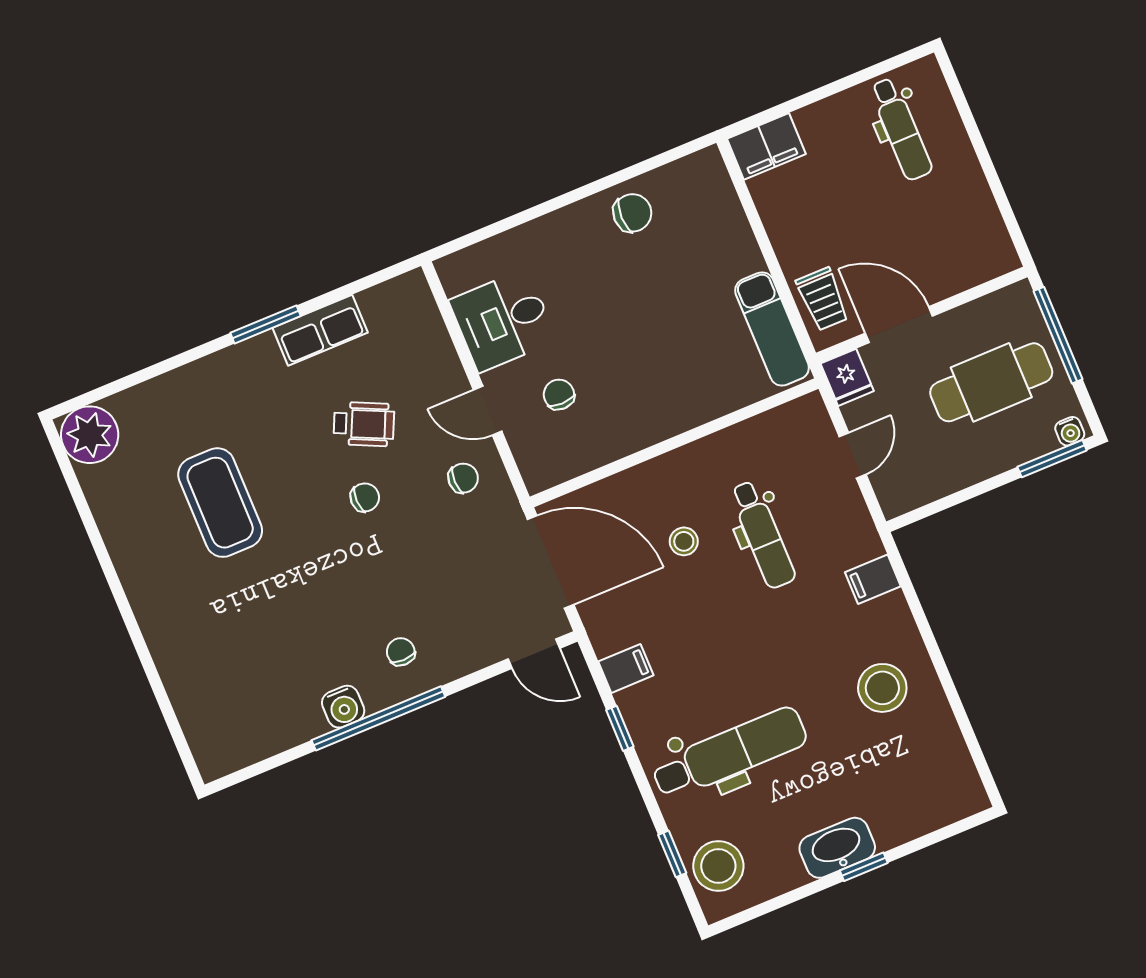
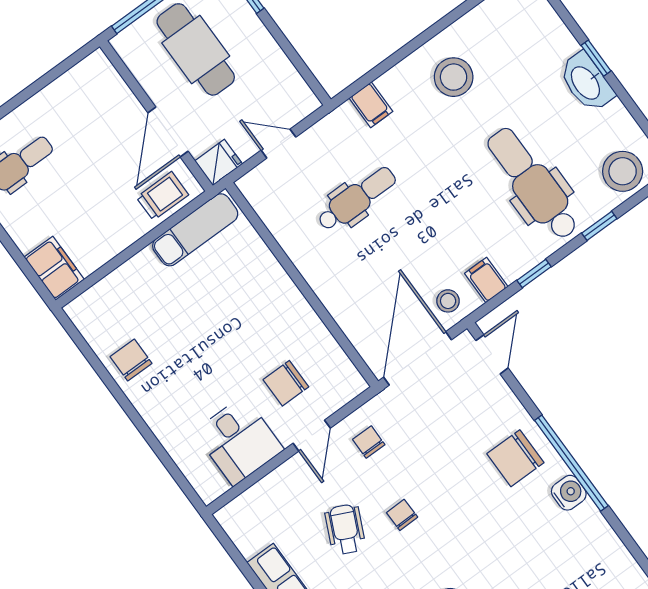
chair: (559, 395) -> (286, 383), width x1.37, depth x1.37
stool: (684, 541) -> (448, 301), moved
chair: (401, 652) -> (515, 458), width x1.87, depth x1.87
window: (672, 854) -> (599, 226), moved

